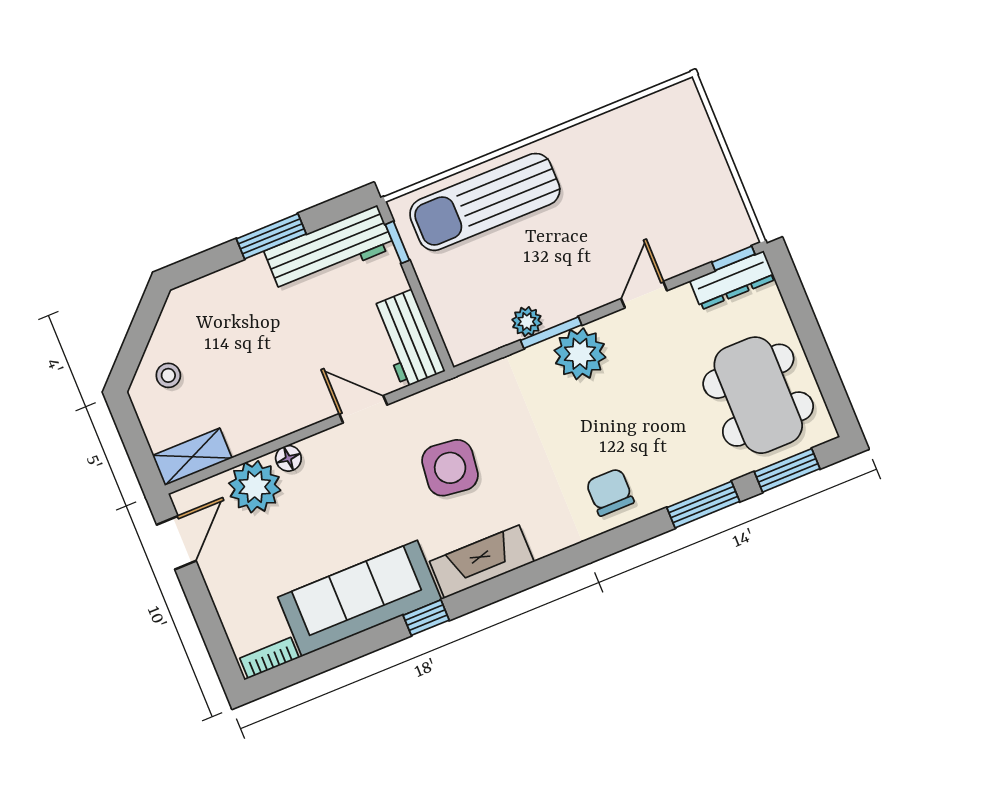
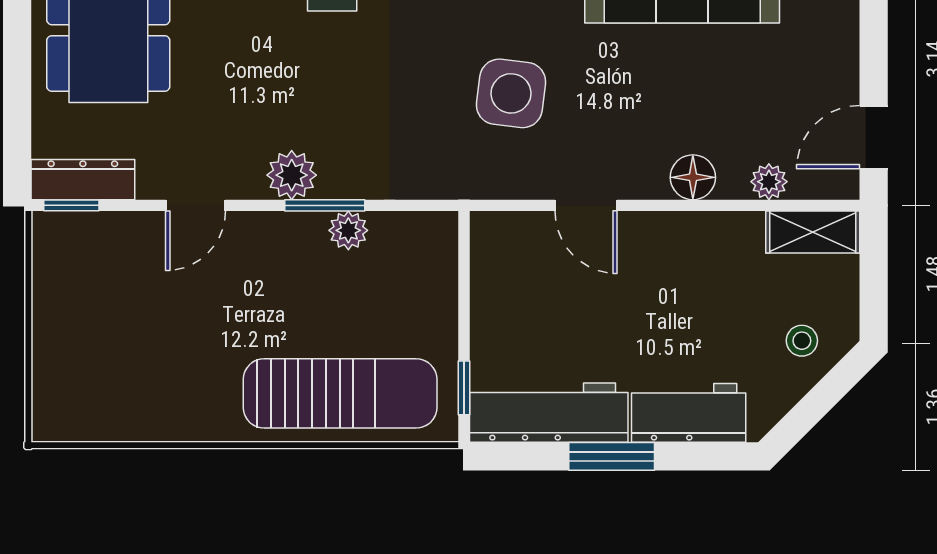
workbench: (407, 339) -> (689, 413), moved, turned -90
plant: (580, 354) -> (292, 175), width x0.73, depth x0.73
floor lamp: (288, 458) -> (693, 177), width x1.37, depth x1.37
plant: (255, 487) -> (769, 182), width x0.53, depth x0.53

